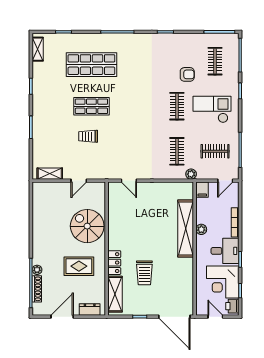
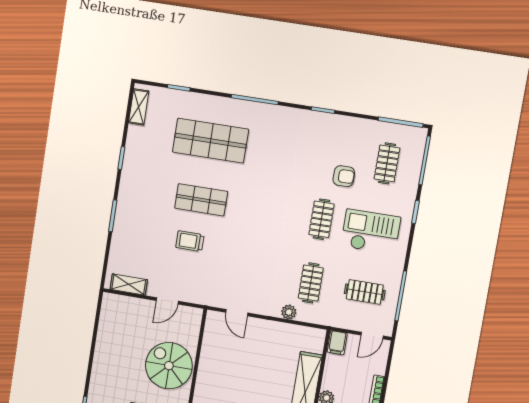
plant: (191, 174) -> (289, 312), moved

